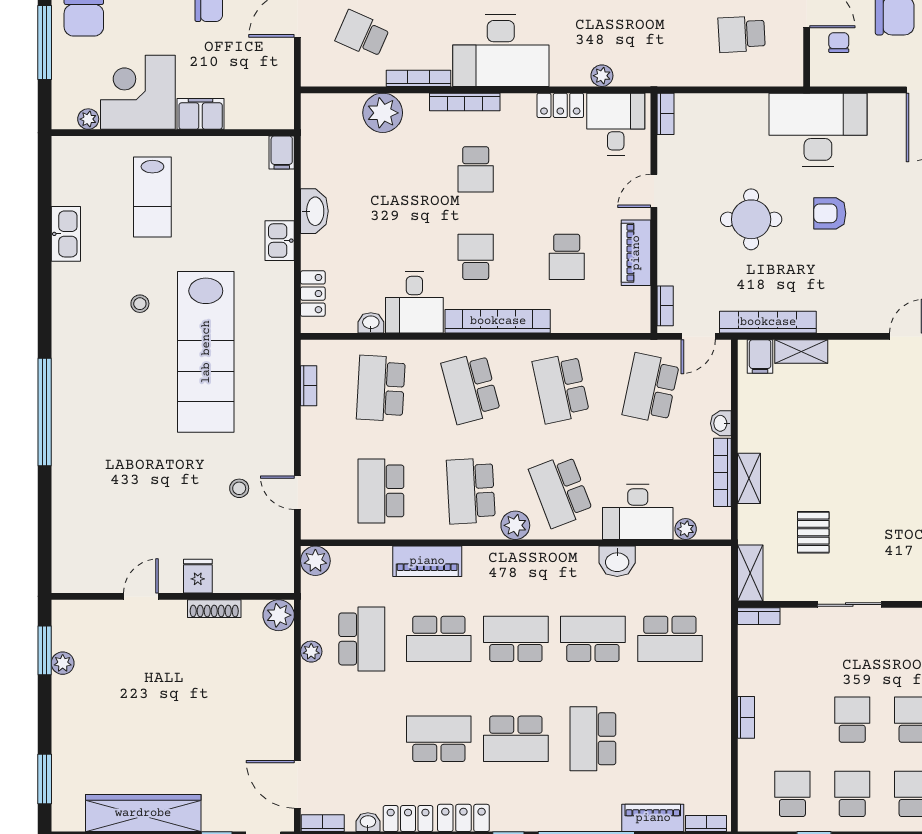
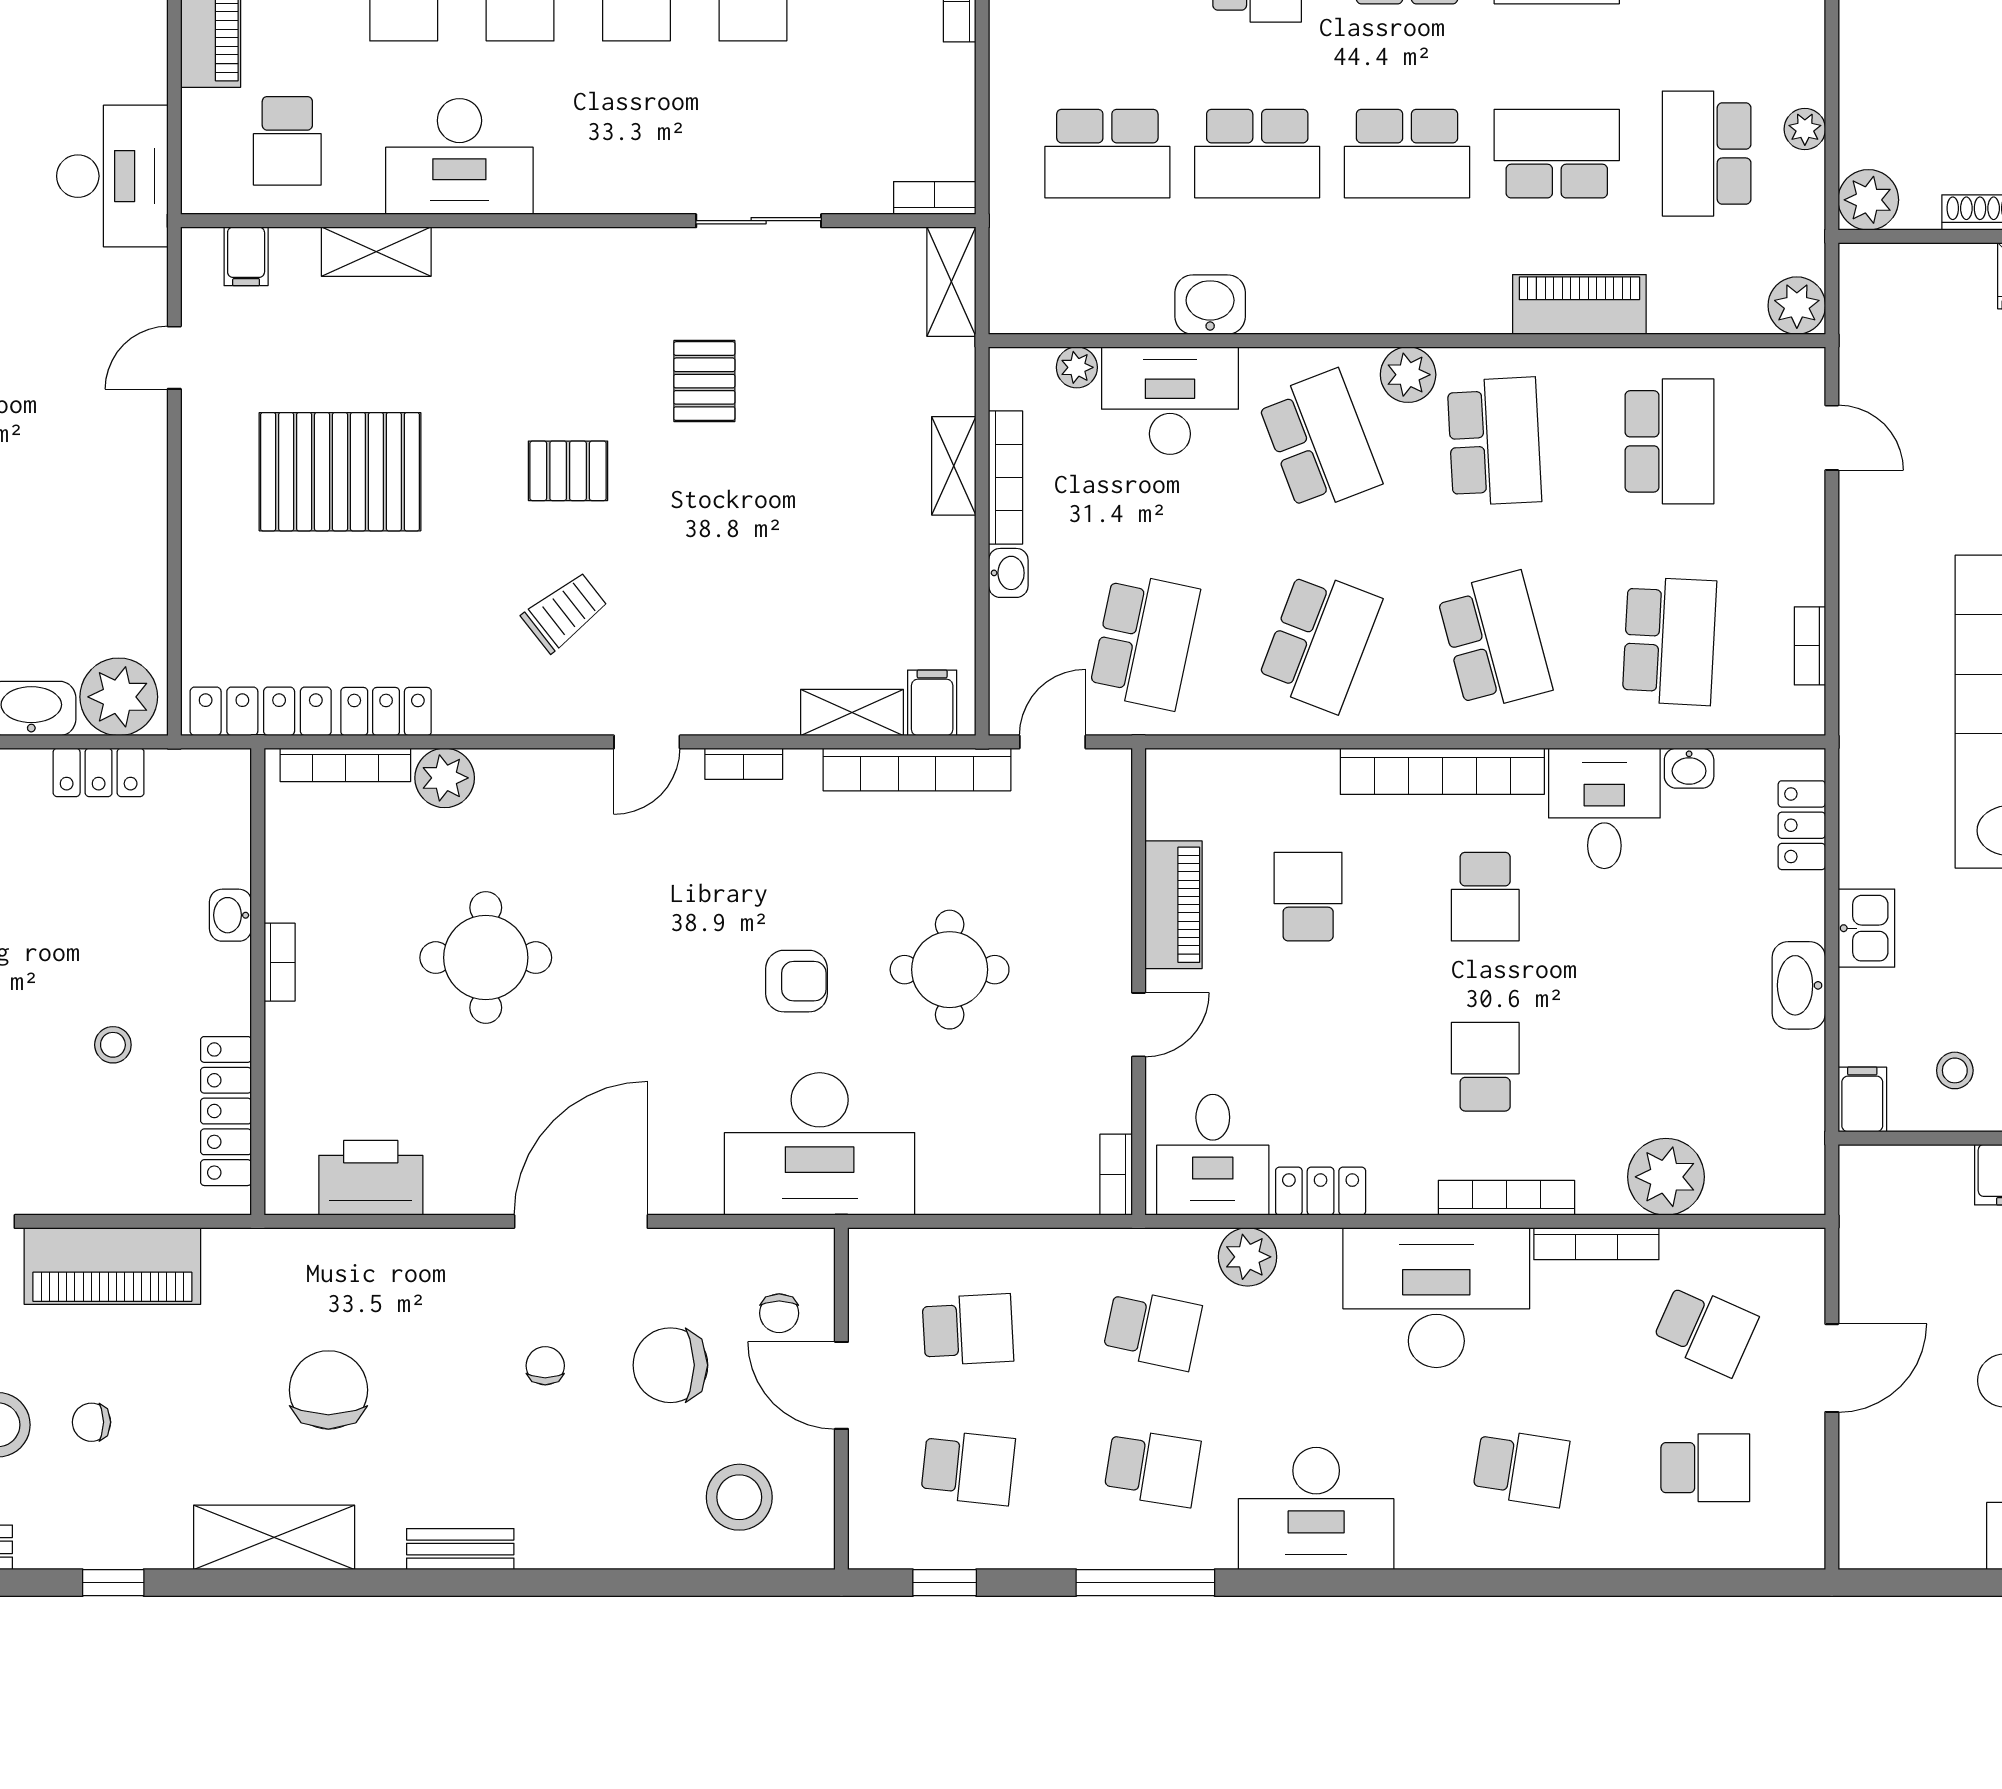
school desk: (647, 34) -> (1152, 1330), added
plant: (602, 76) -> (1248, 1257), width x1.38, depth x1.38
bookcase: (665, 306) -> (744, 764), moved, turned -90
school desk: (561, 388) -> (1319, 641), turned 33
stool: (239, 488) -> (1955, 1070), moved
pallet: (813, 532) -> (704, 381), moved
school desk: (670, 639) -> (1107, 154), turned 180

